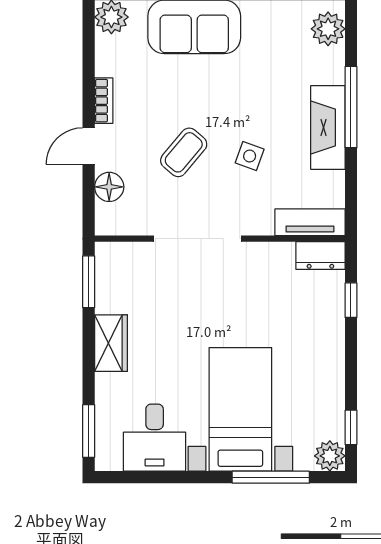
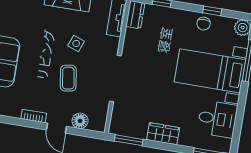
coffee table: (184, 152) -> (68, 78), turned 41
chair: (325, 383) -> (204, 24), added
window: (351, 427) -> (212, 11), moved

